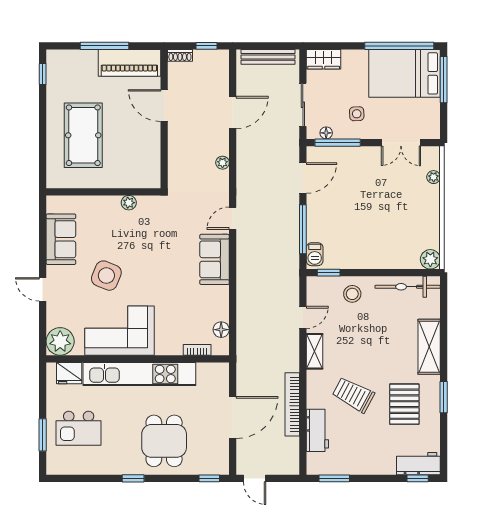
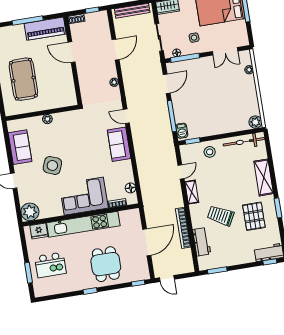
plant: (129, 203) -> (47, 119), moved
door: (233, 218) -> (126, 116), hinge flipped
corner sofa: (120, 331) -> (84, 196), moved

